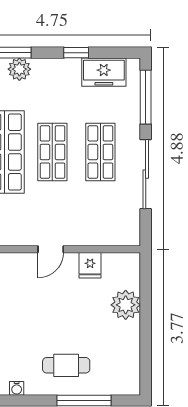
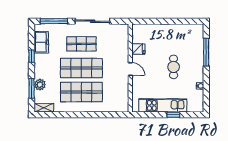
shop shelf: (52, 152) -> (81, 68), width x1.43, depth x1.36
plant: (126, 305) -> (158, 31), removed
cafe table: (66, 365) -> (174, 67), moved

